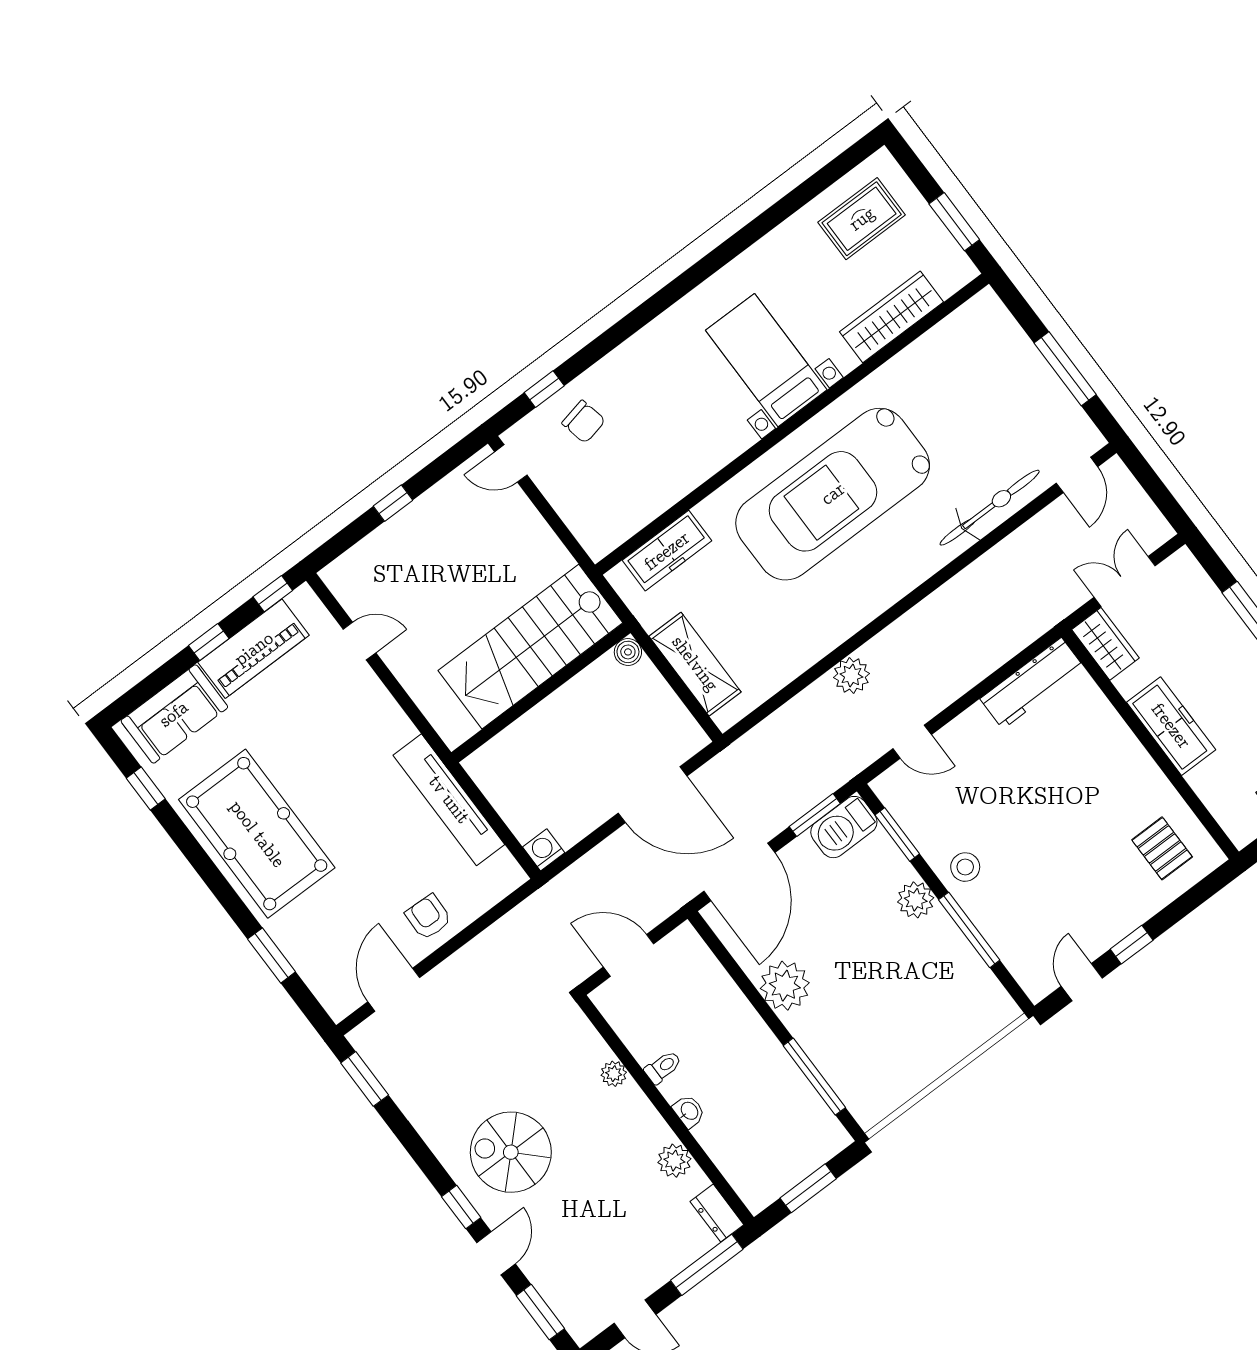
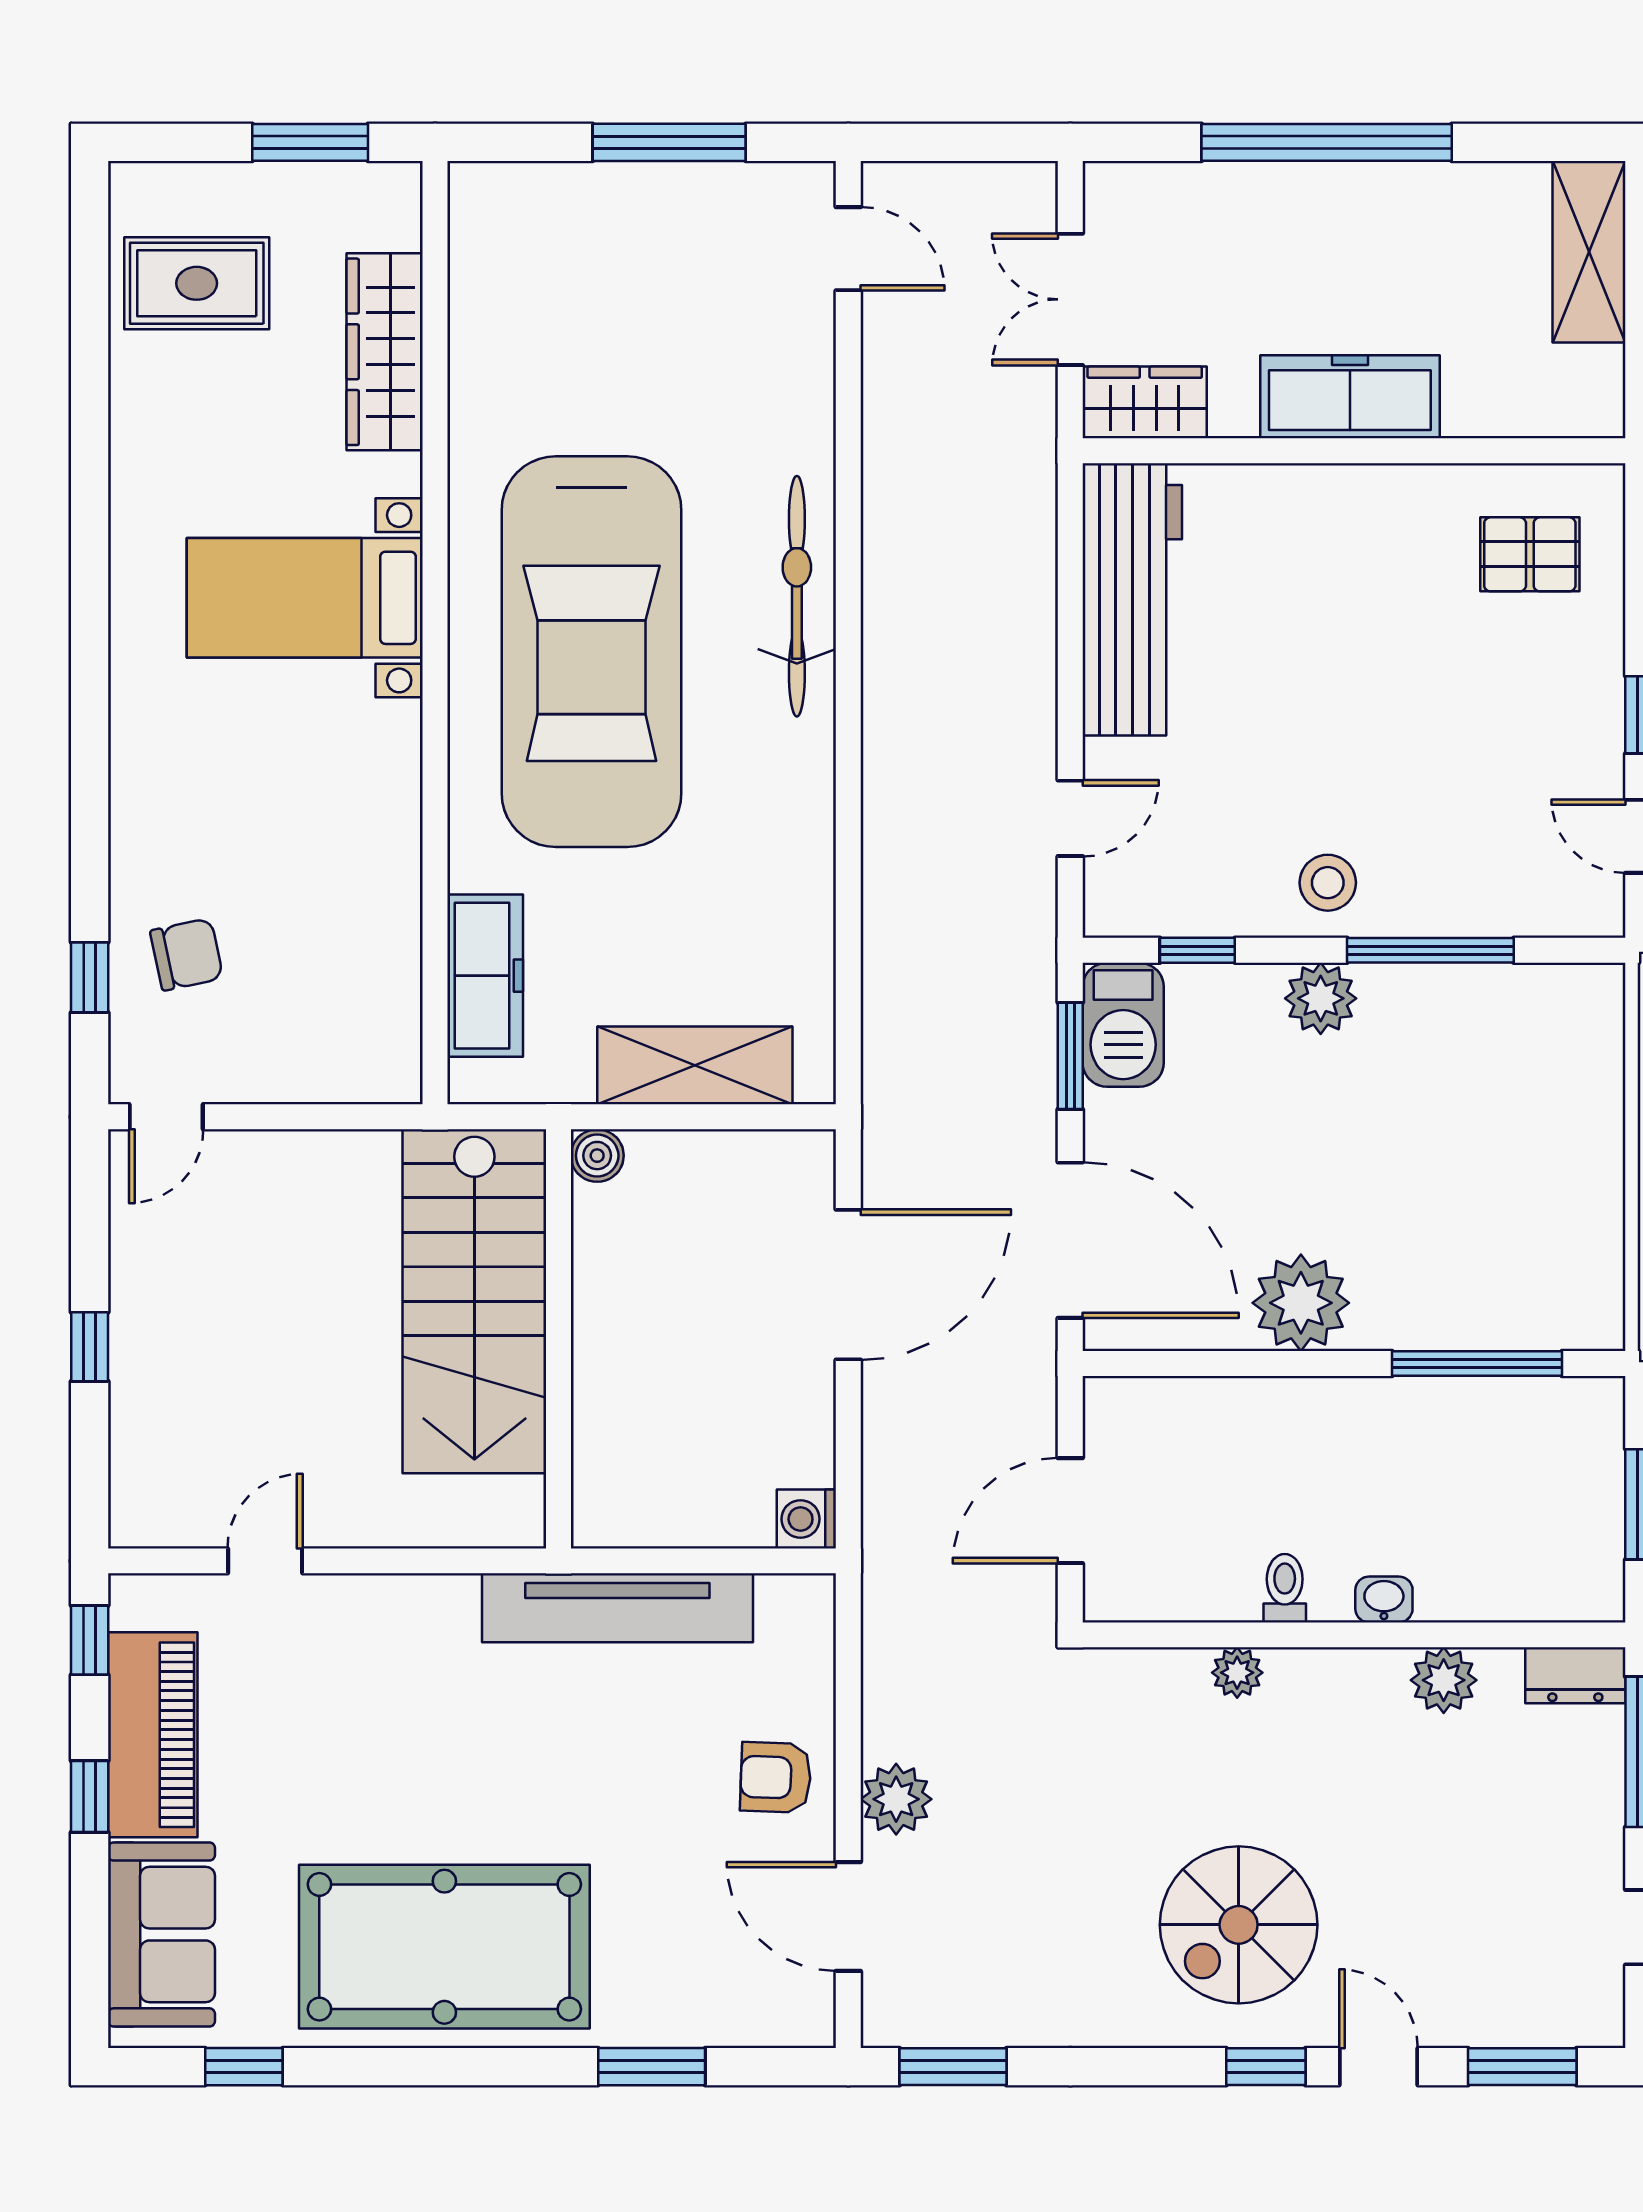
rug: (862, 219) -> (197, 283), turned 90
bicycle: (990, 508) -> (797, 596), moved
plant: (851, 676) -> (896, 1799), moved
workbench: (1032, 683) -> (1132, 599), width x1.36, depth x1.32
window: (897, 834) -> (1197, 950), width x0.67

